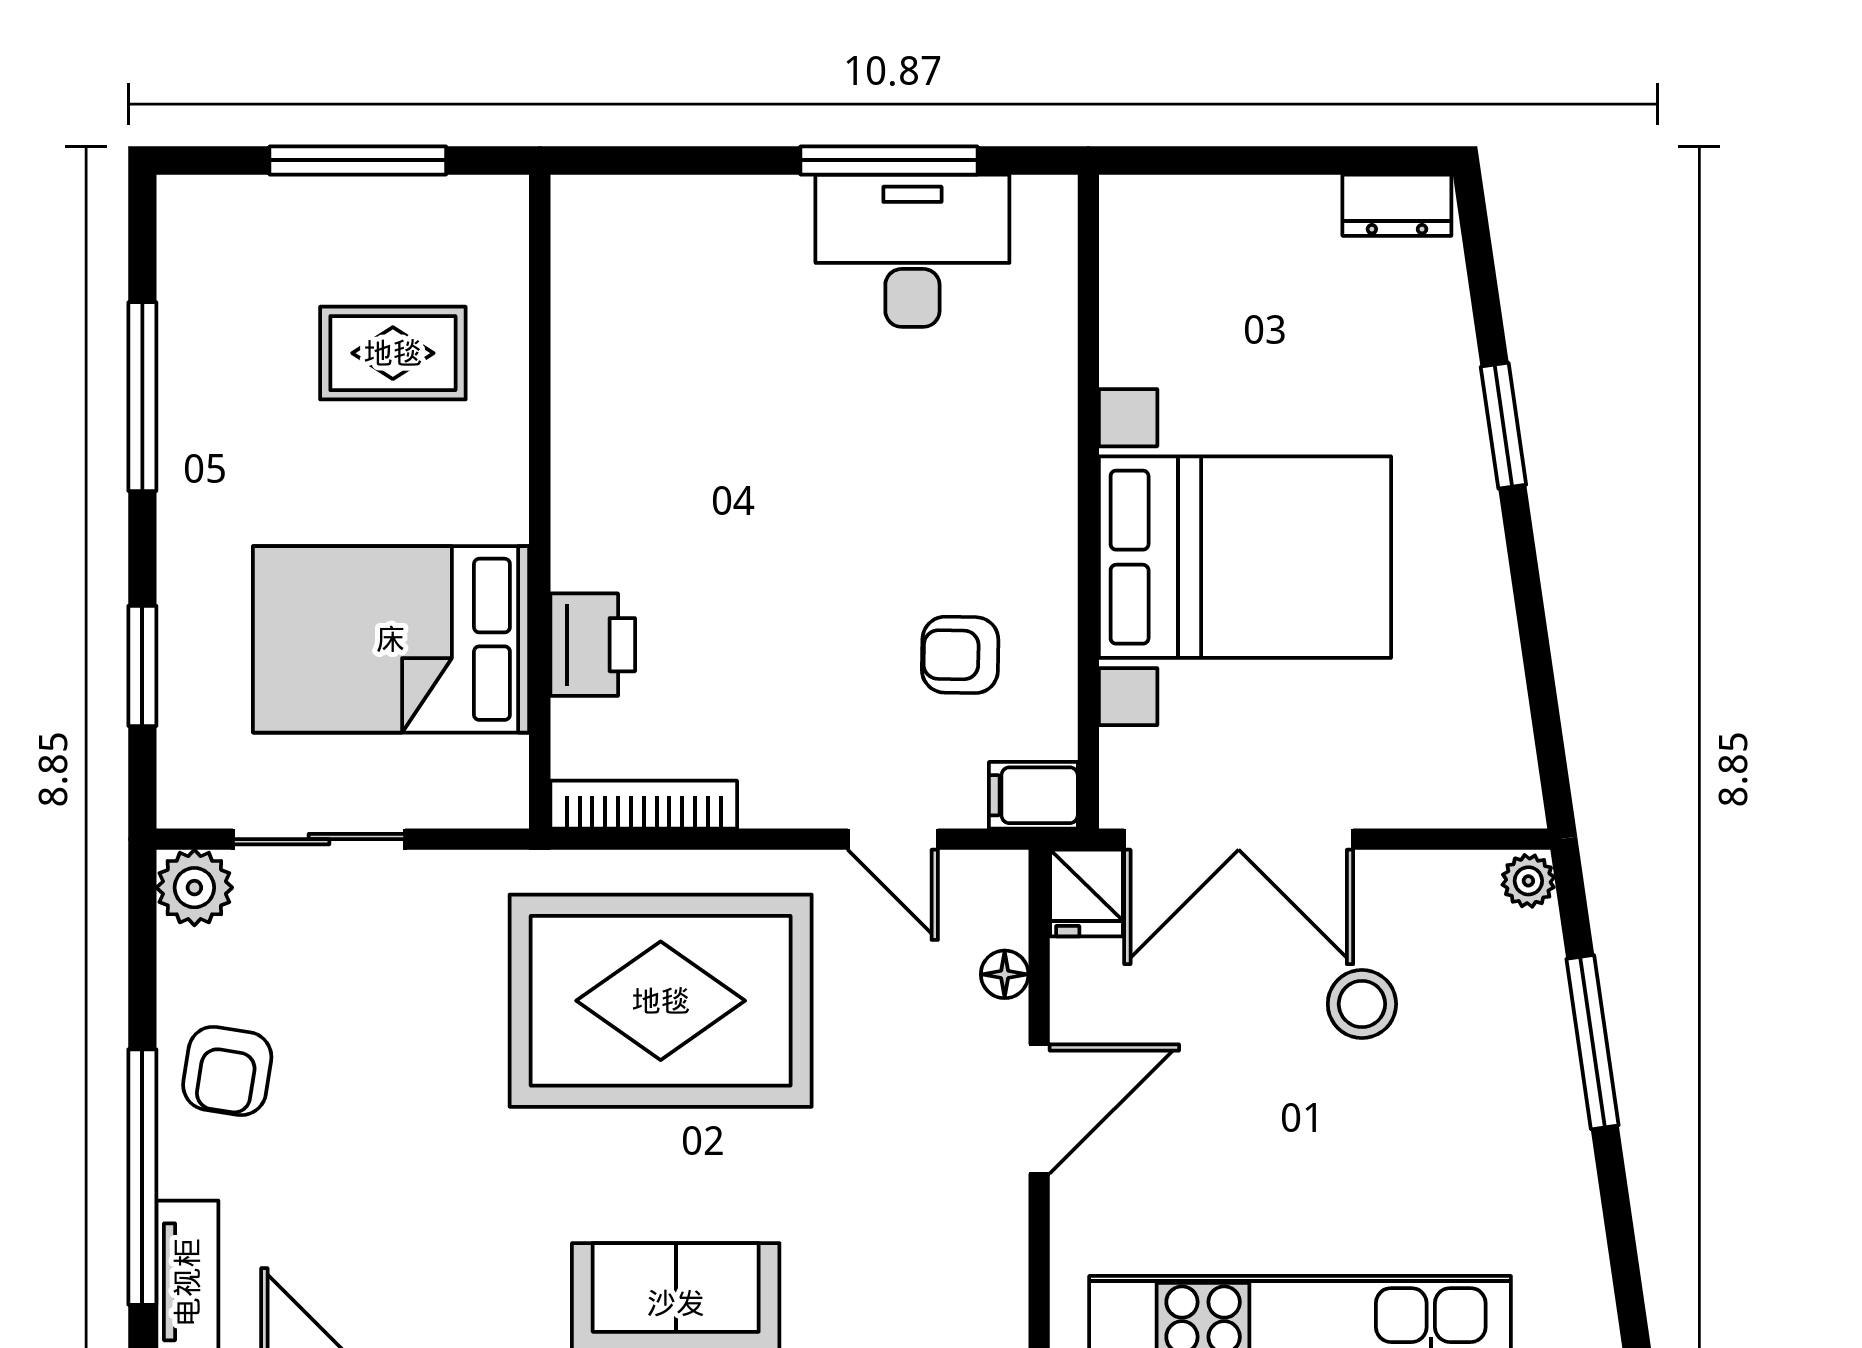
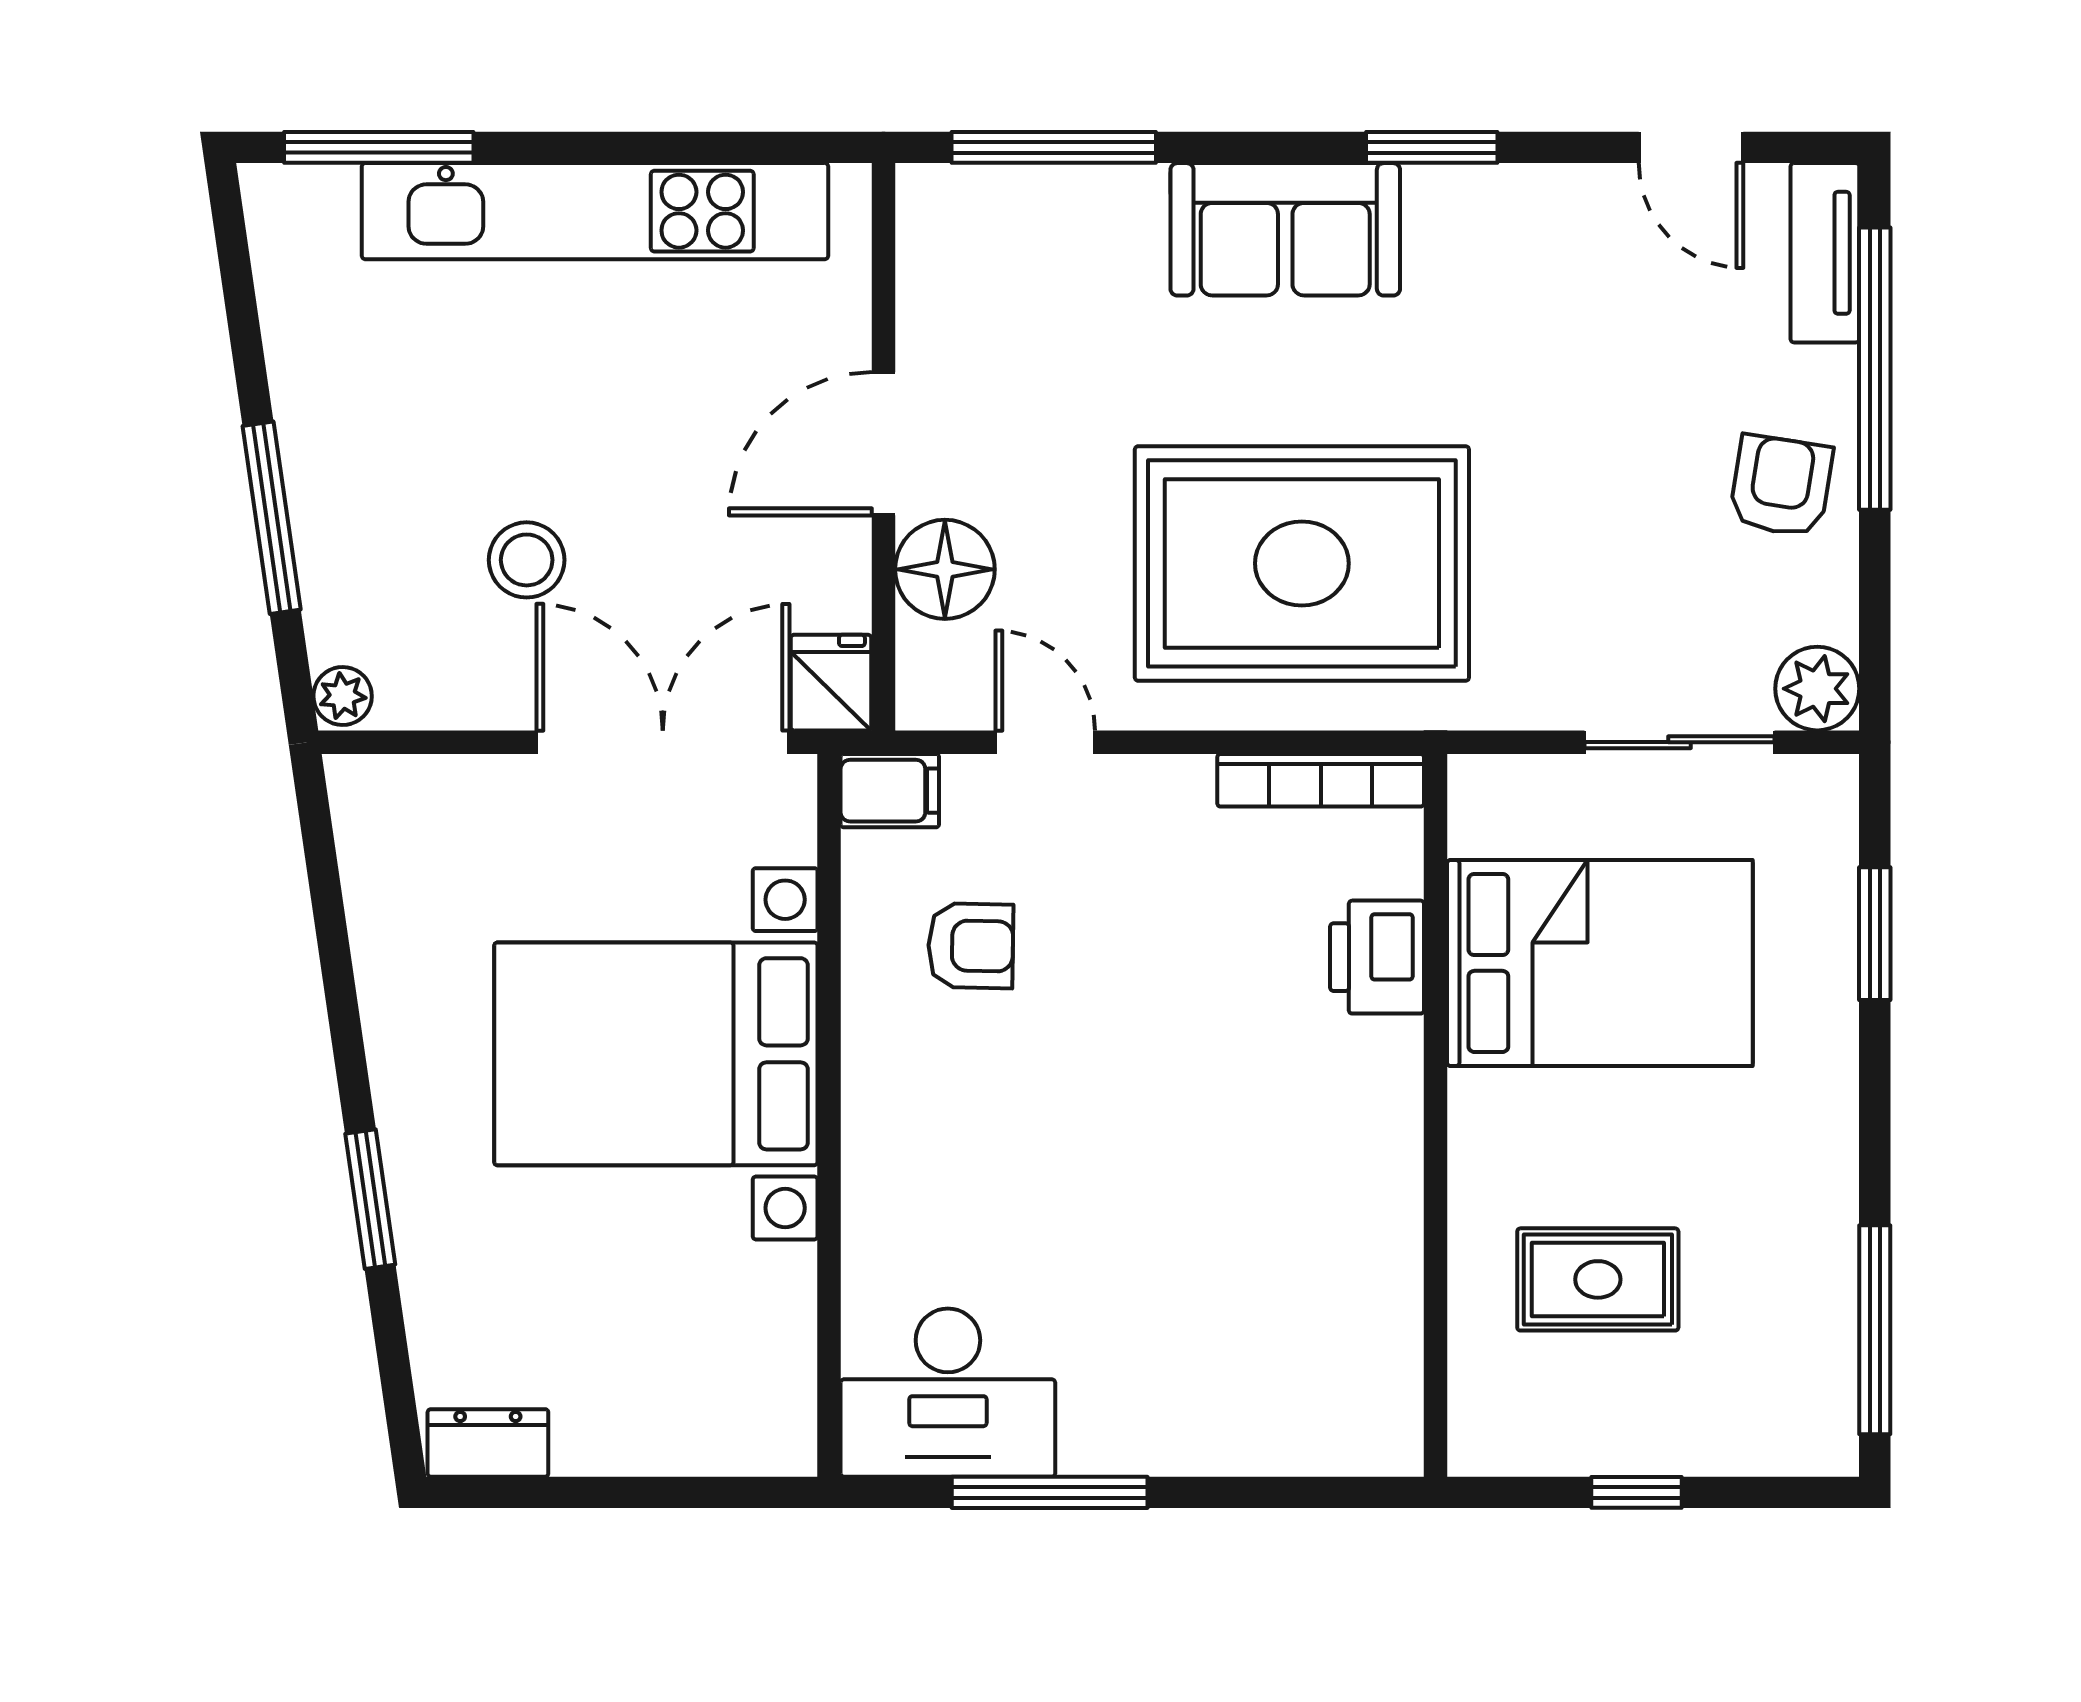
window: (358, 160) -> (1637, 1492), width x0.46
desk: (912, 251) -> (948, 1393), moved
window: (142, 397) -> (1875, 1330), moved
floor lamp: (1005, 974) -> (945, 569), width x1.89, depth x1.89

